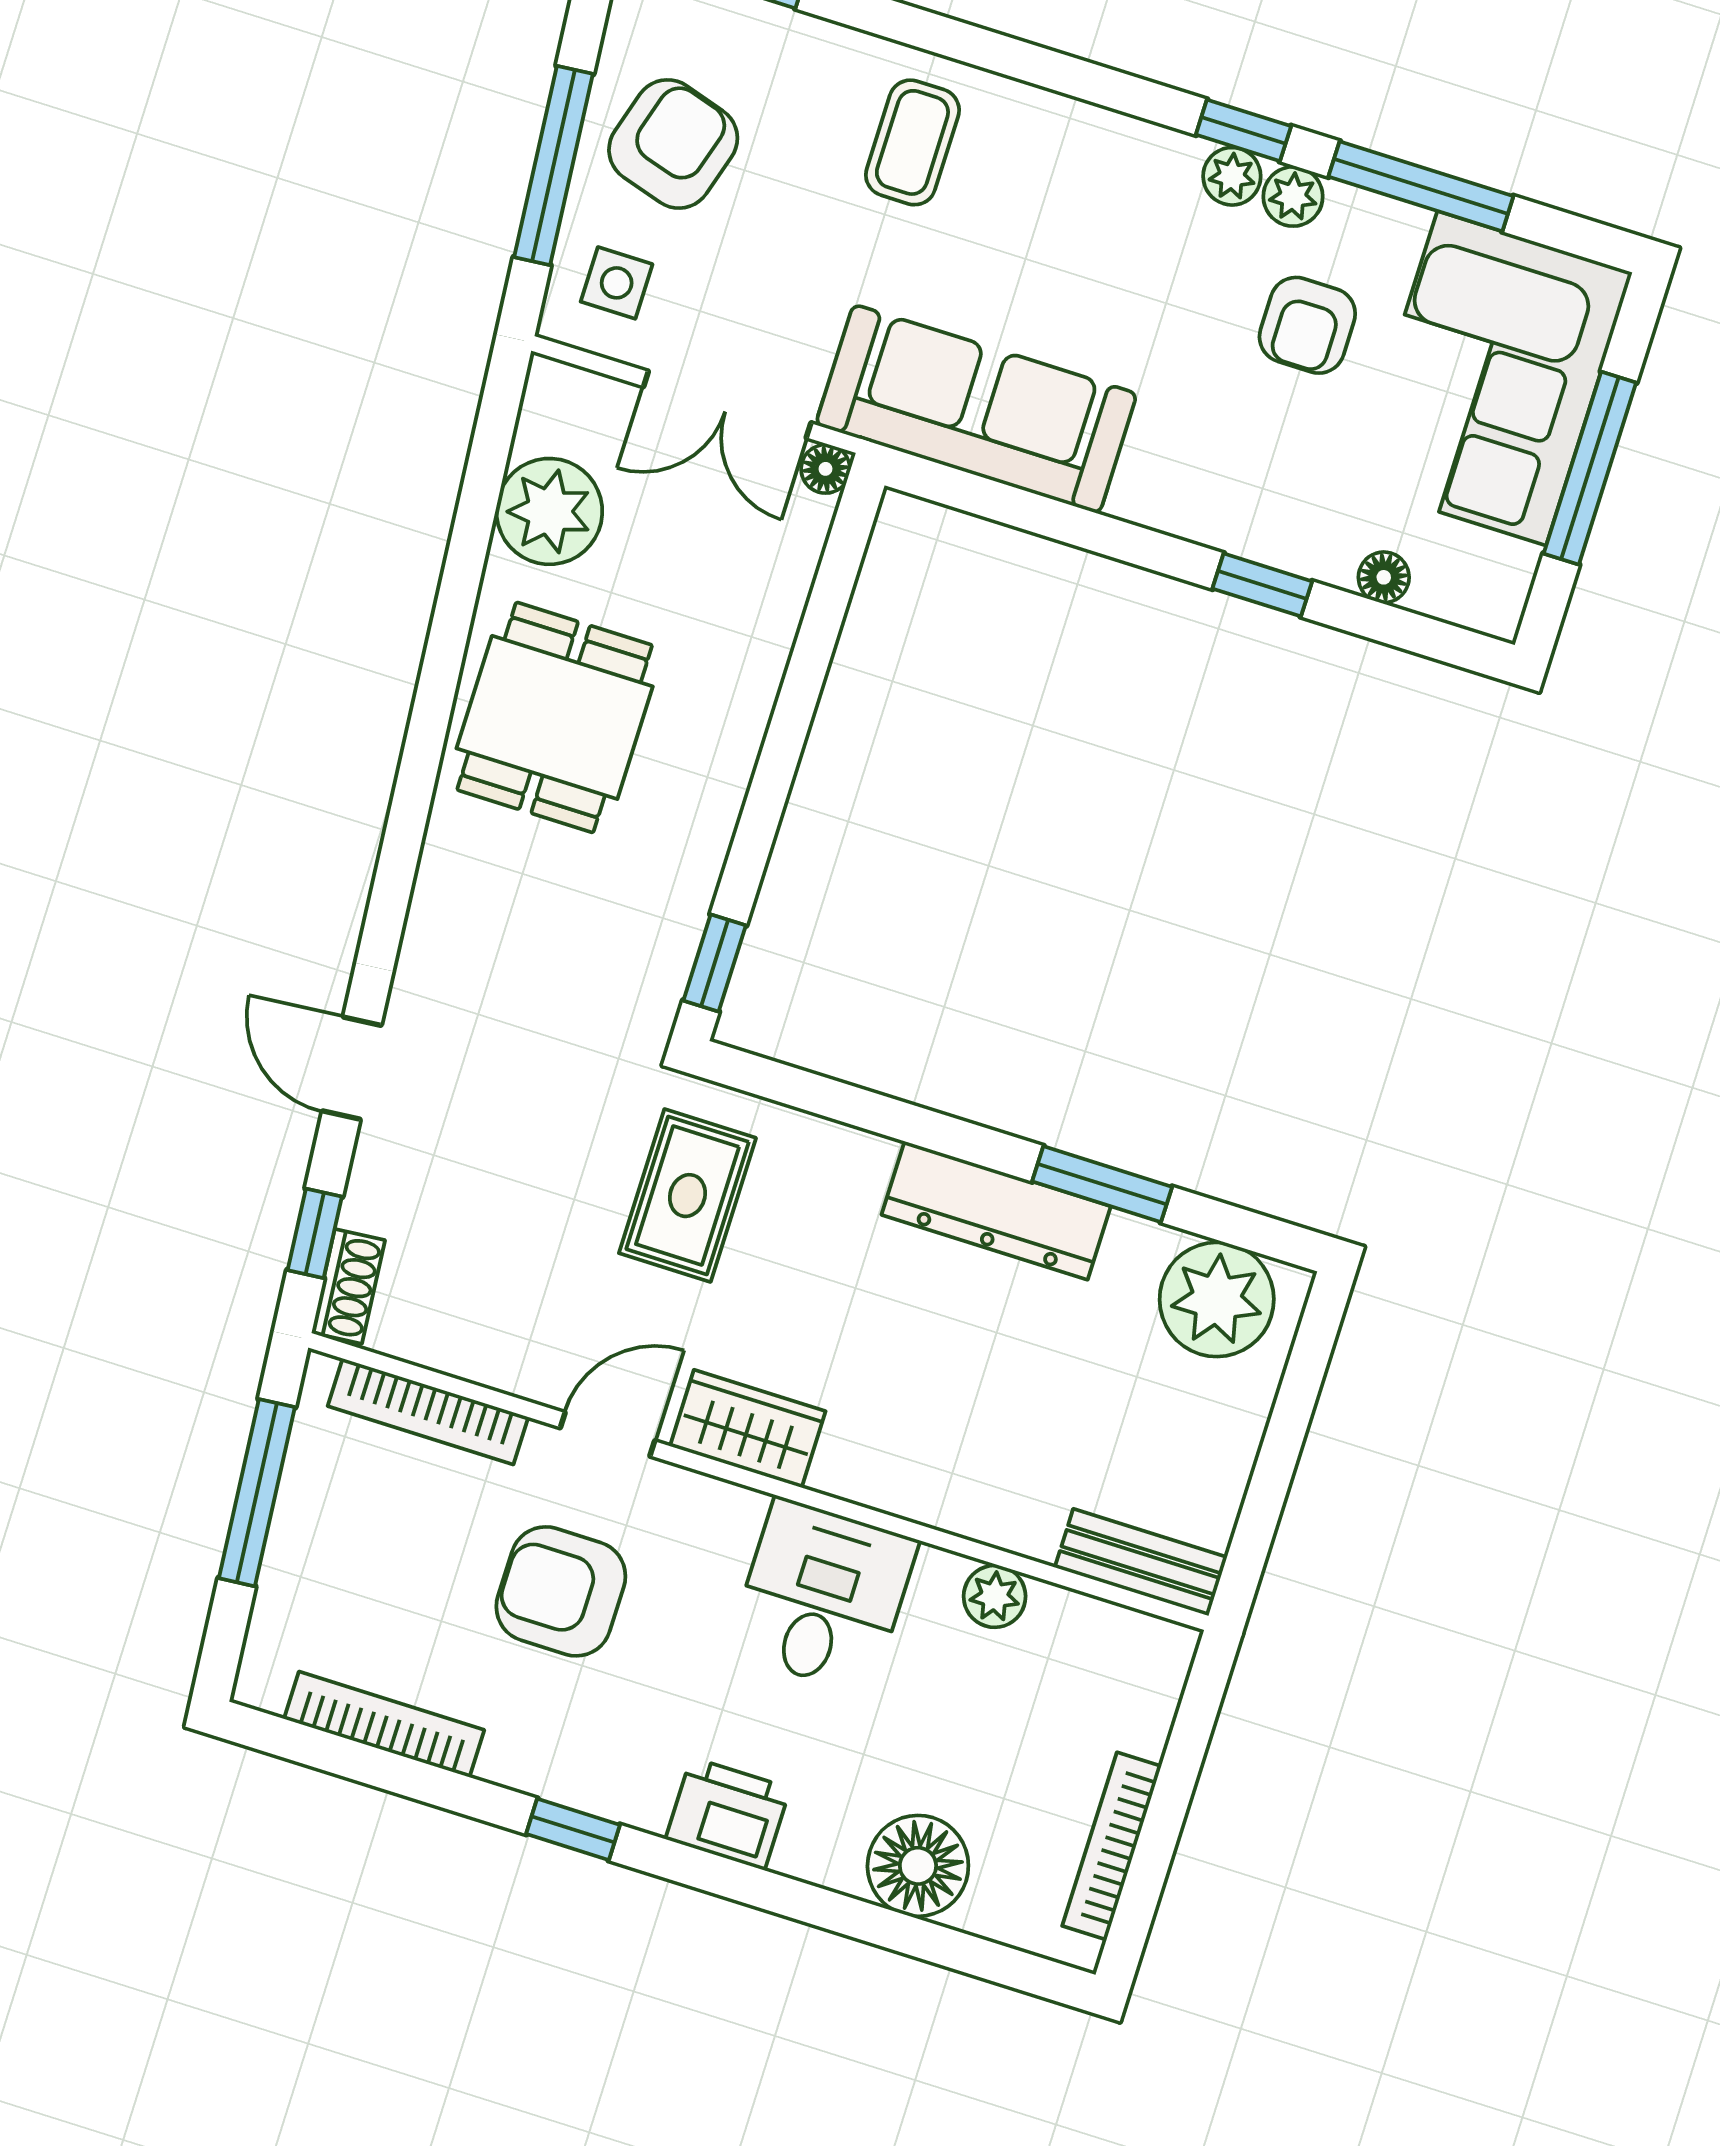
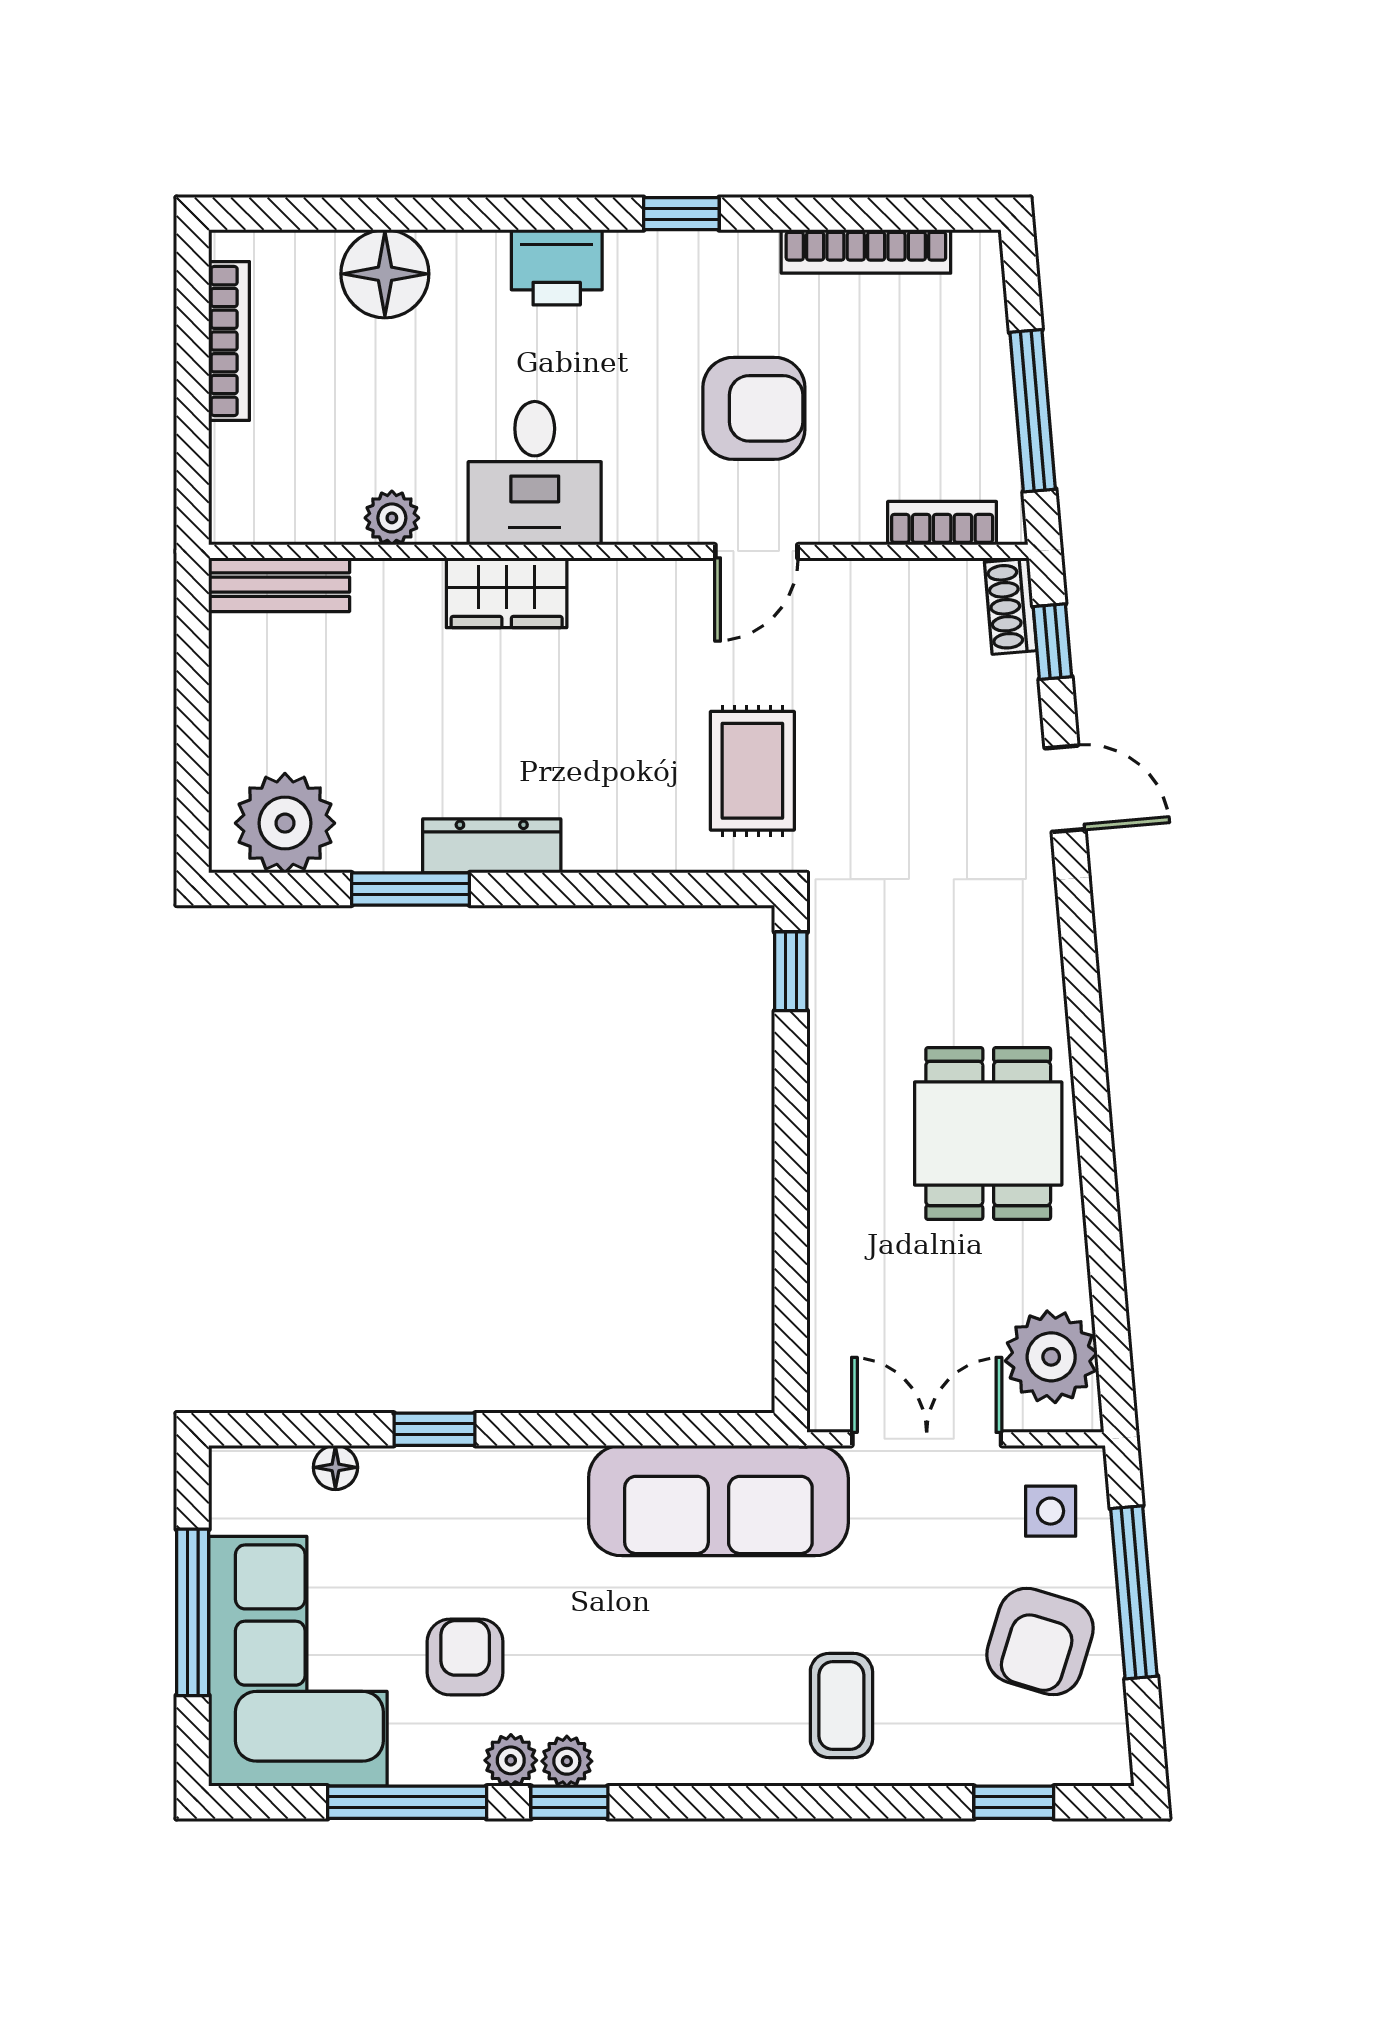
floor lamp: (826, 469) -> (828, 1411), removed
plant: (549, 511) -> (1051, 1357), moved
dresser: (996, 1210) -> (492, 846), width x0.73, depth x0.80
bookcase: (428, 1412) -> (942, 523), width x0.64
wardrobe: (748, 1429) -> (507, 593), moved

